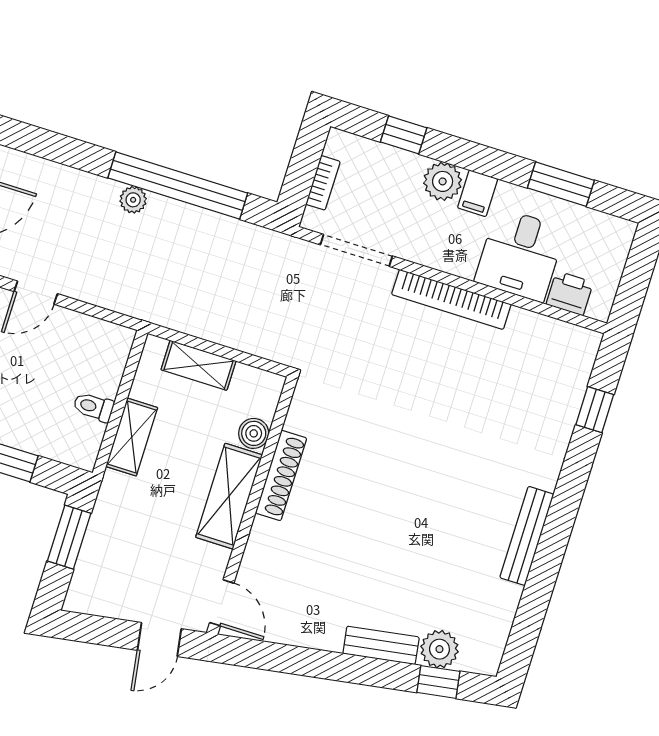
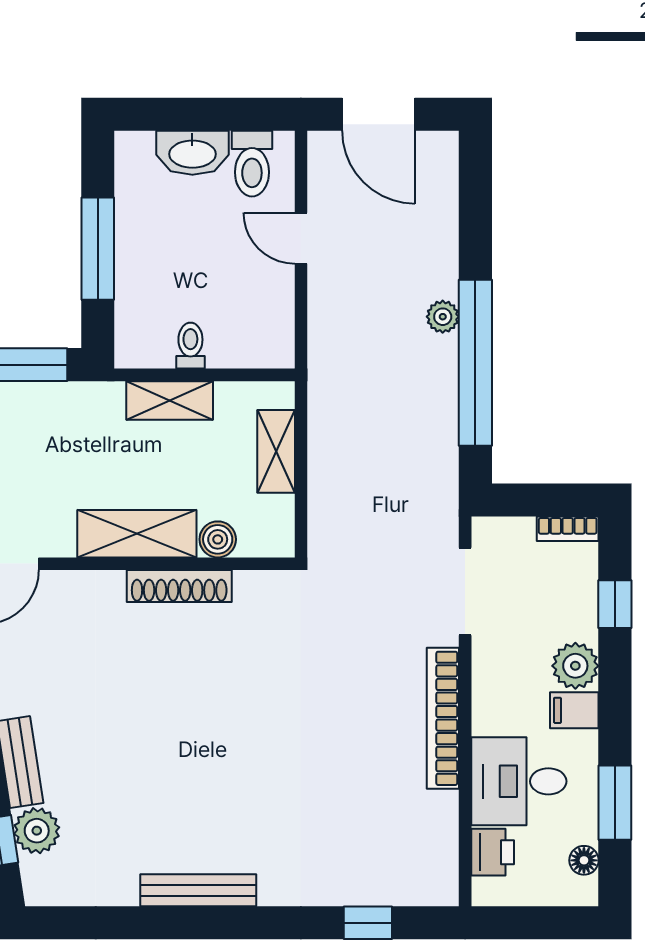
bookcase: (323, 183) -> (568, 529), moved
floor lamp: (599, 223) -> (584, 860), added

